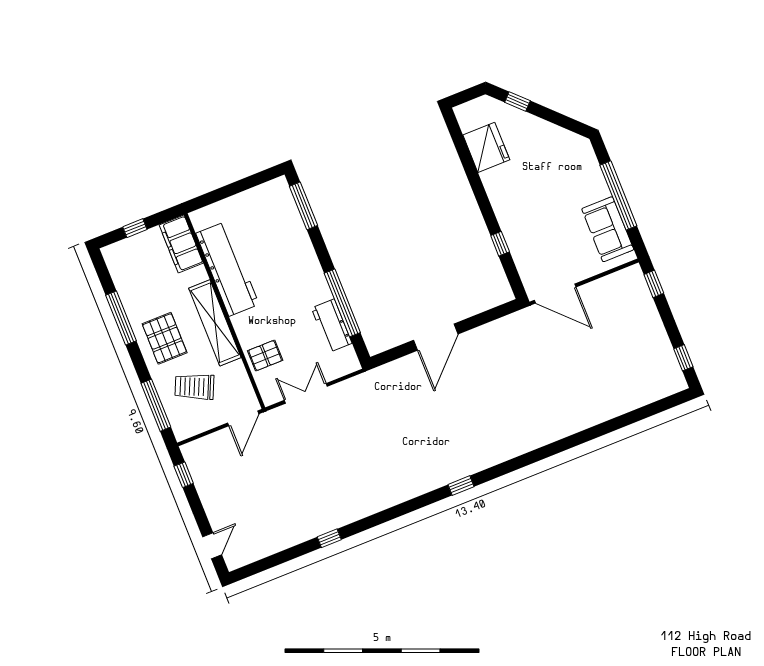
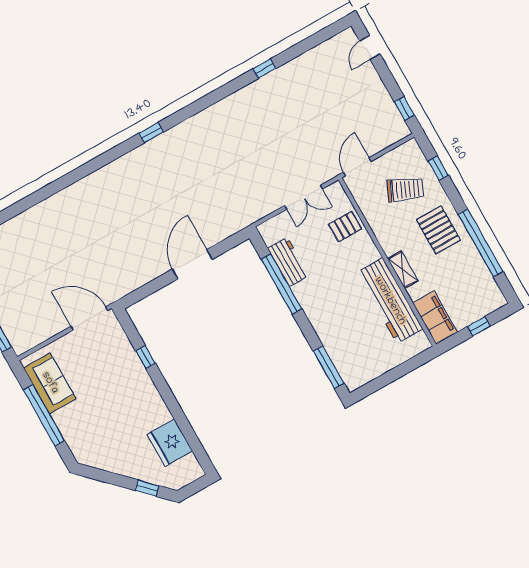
window: (121, 318) -> (480, 243), width x1.46
shelving: (215, 323) -> (403, 270), width x0.45, depth x0.75
window: (156, 405) -> (438, 168), width x0.46

